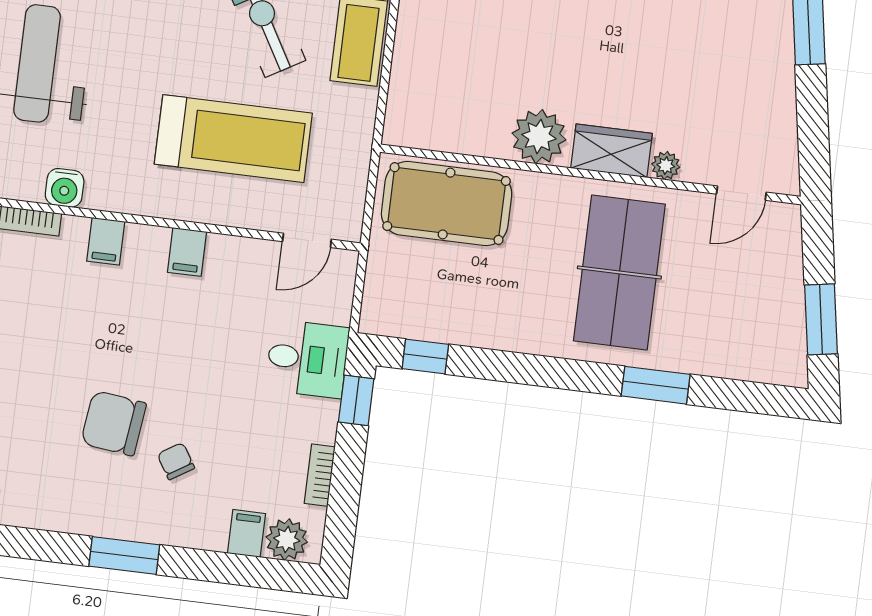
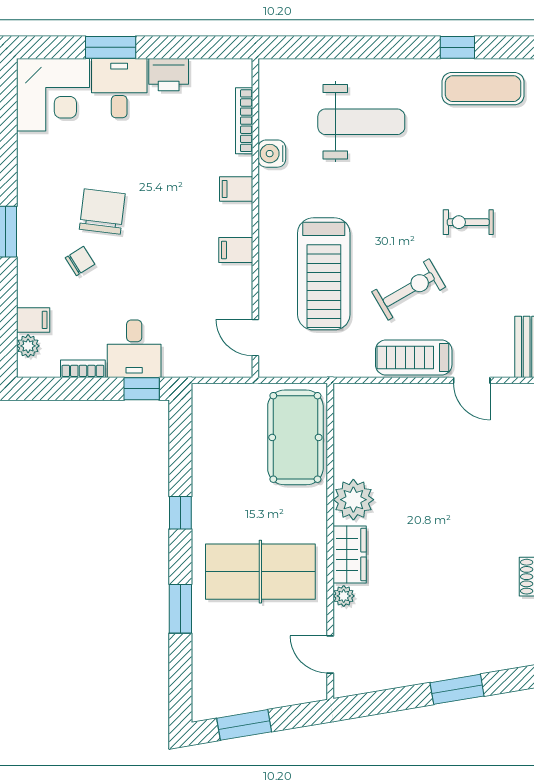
window: (425, 356) -> (180, 513), moved
desk: (307, 359) -> (134, 349), moved
plant: (287, 539) -> (28, 346), width x0.73, depth x0.73

